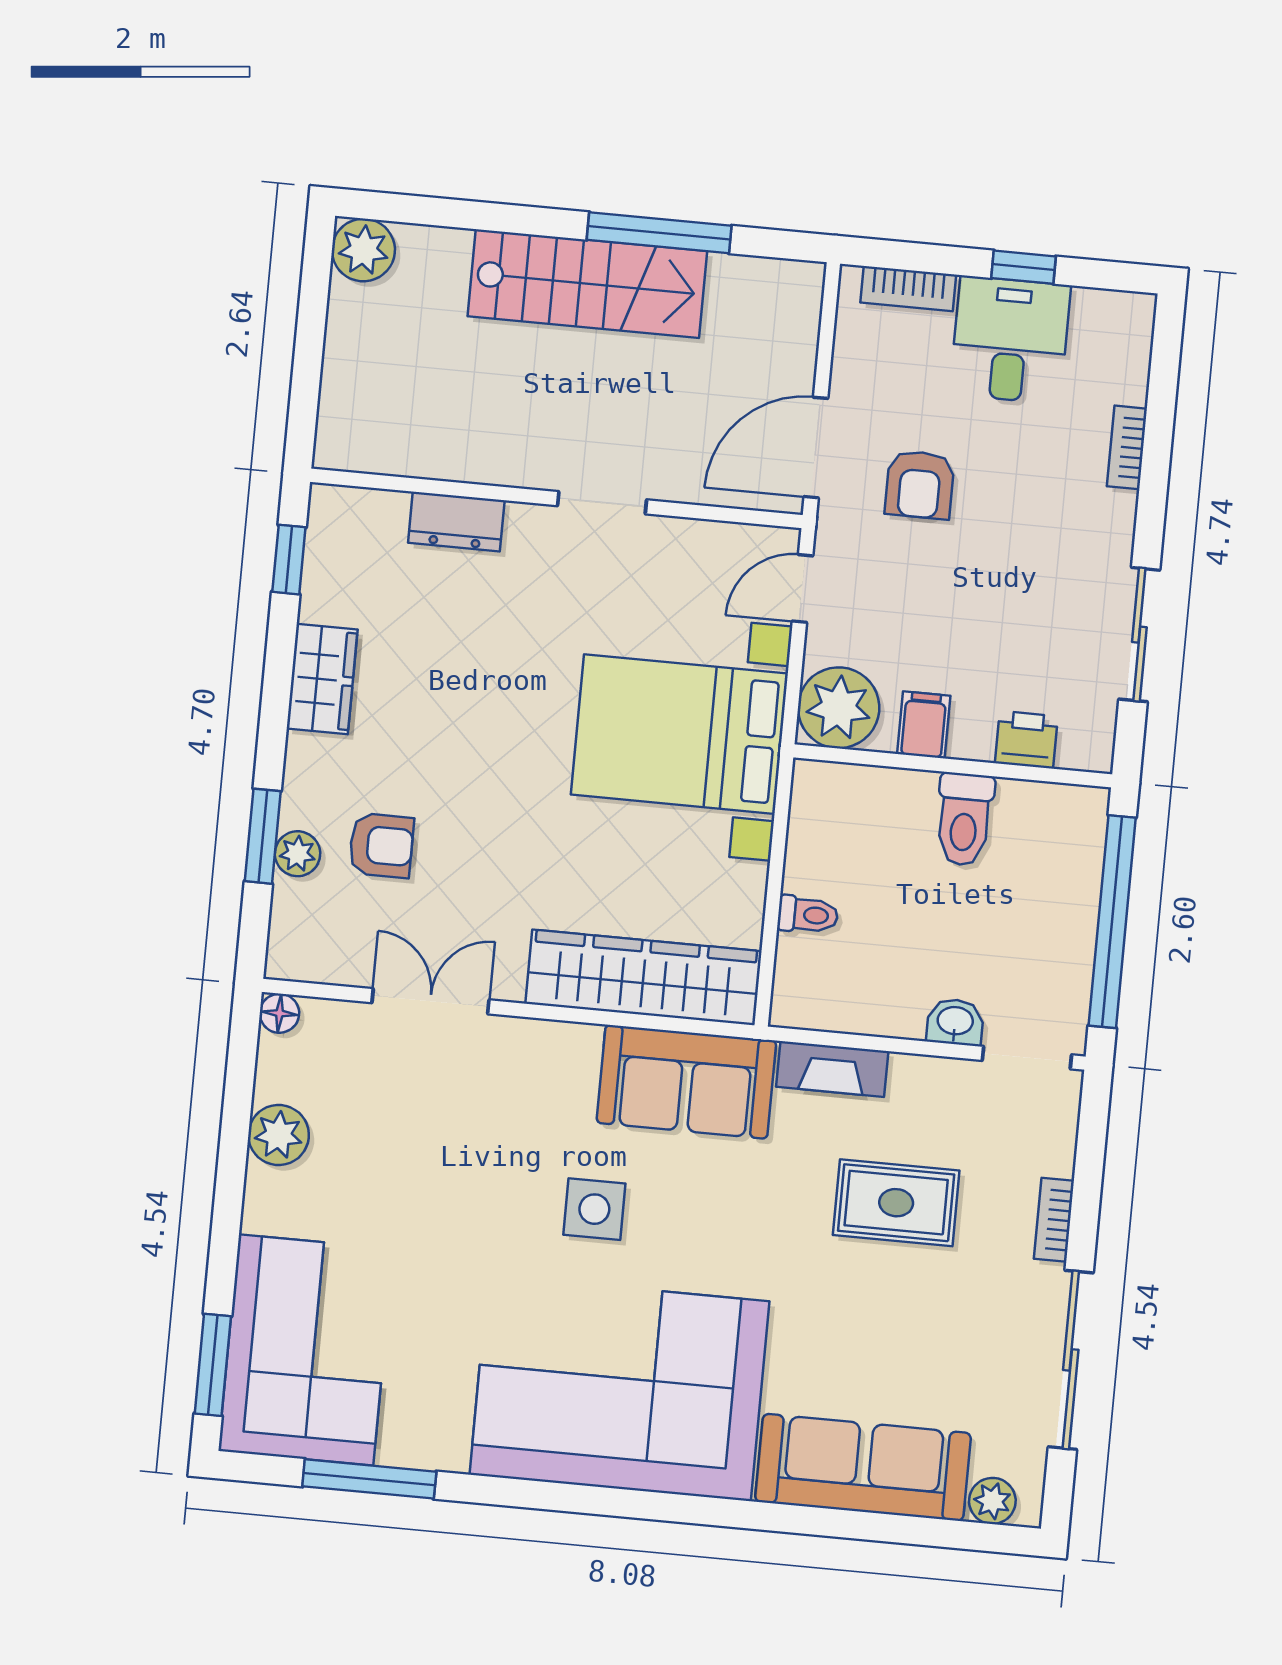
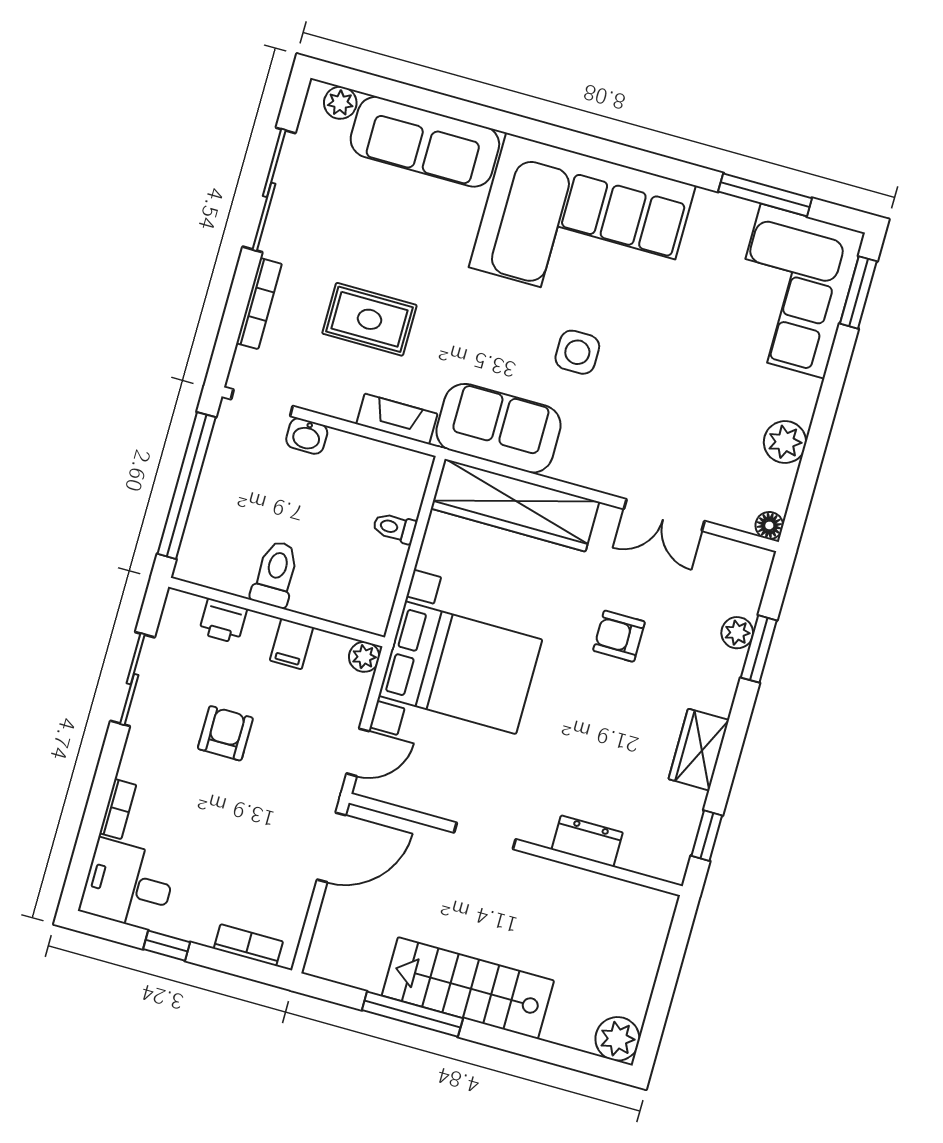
desk: (1010, 340) -> (128, 885), moved, turned 90
armchair: (920, 485) -> (225, 733), moved
plant: (839, 708) -> (364, 657), width x0.53, depth x0.53
armchair: (381, 845) -> (619, 636), moved
bookcase: (1054, 1220) -> (259, 304), width x1.56

